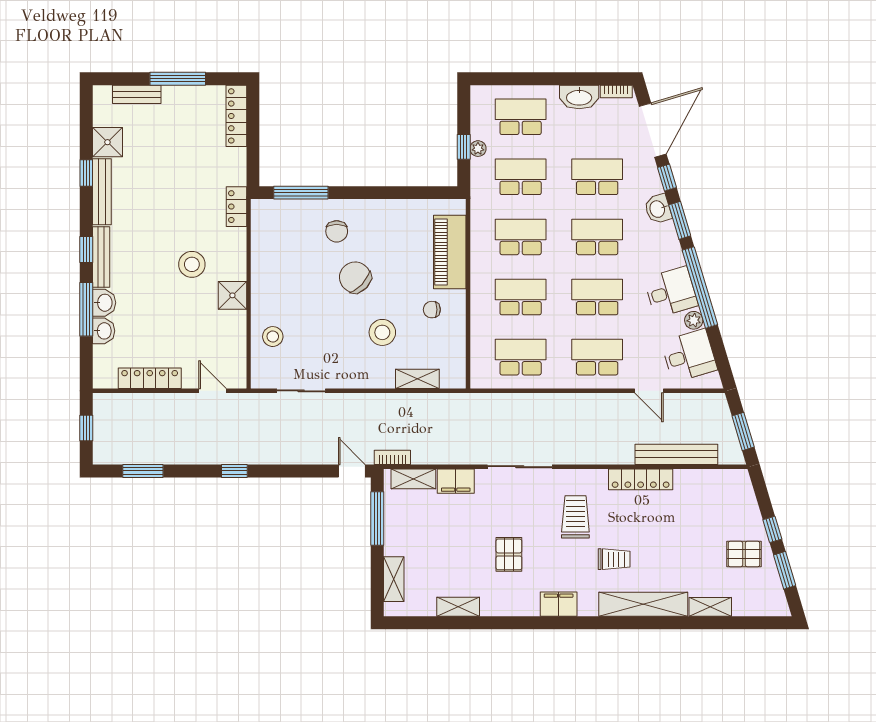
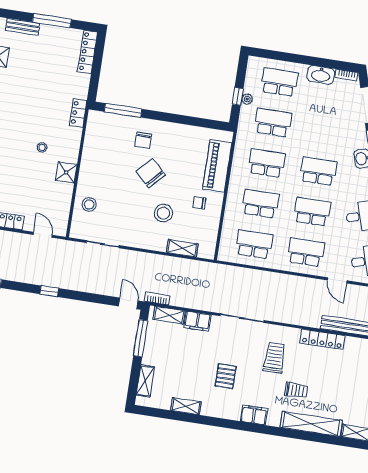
school desk: (597, 177) -> (325, 131), removed
stool: (192, 264) -> (42, 147), width x0.53, depth x0.53

